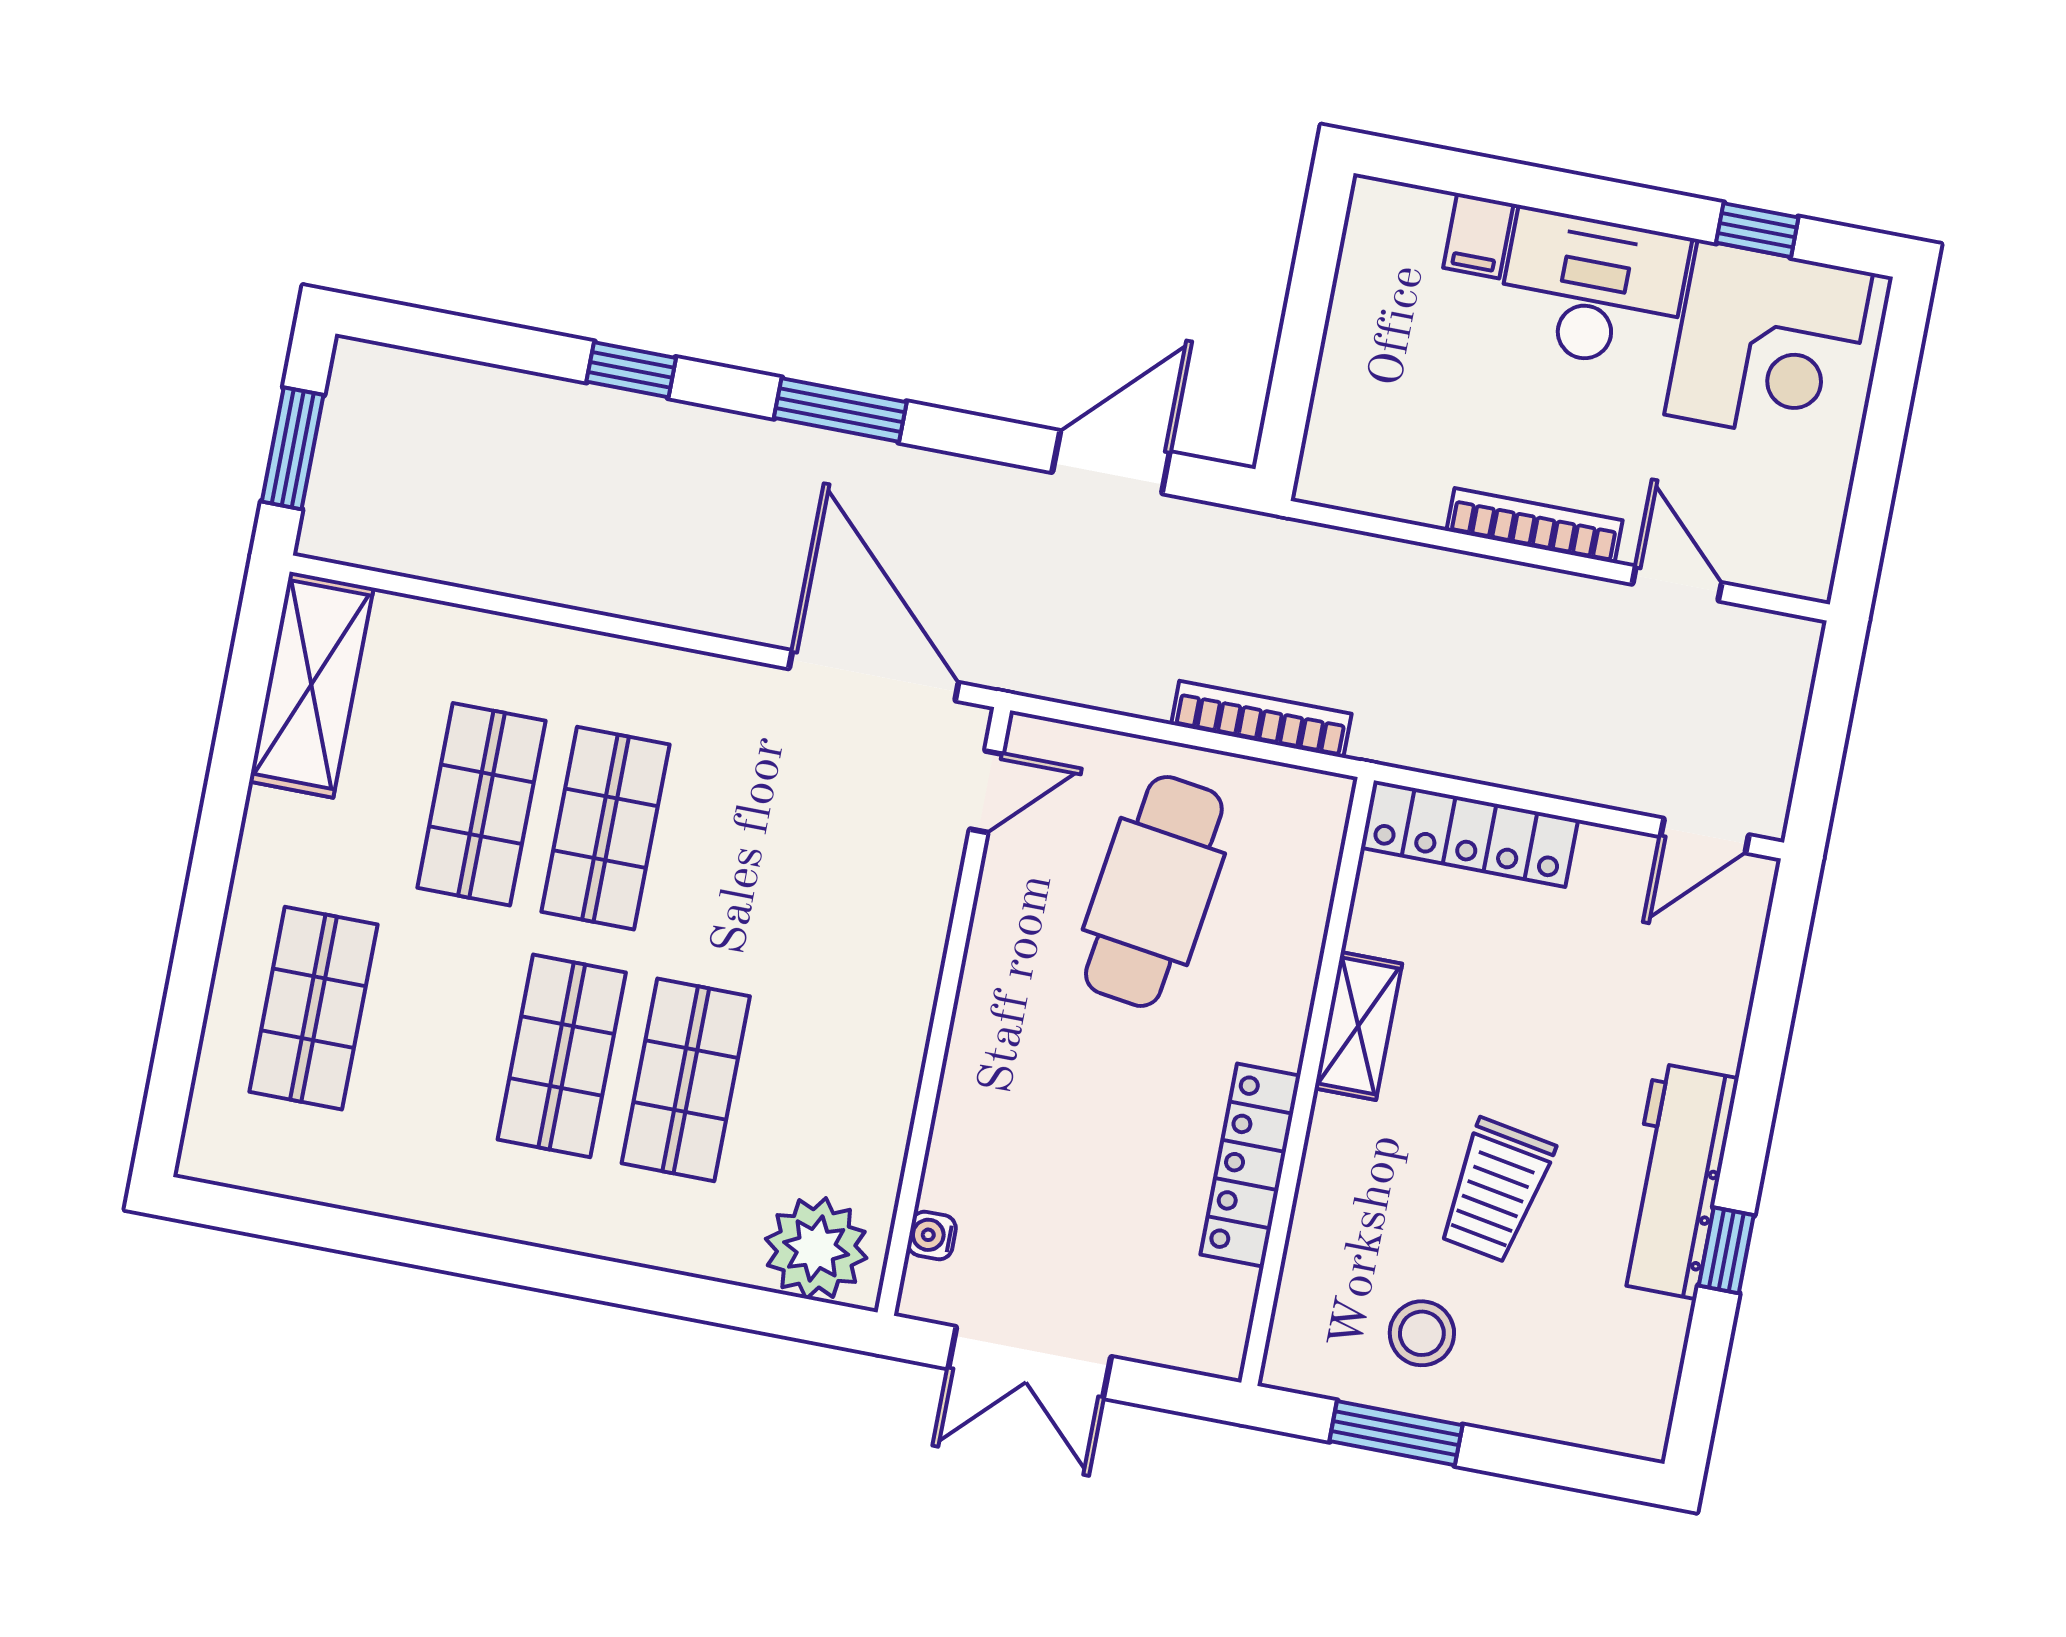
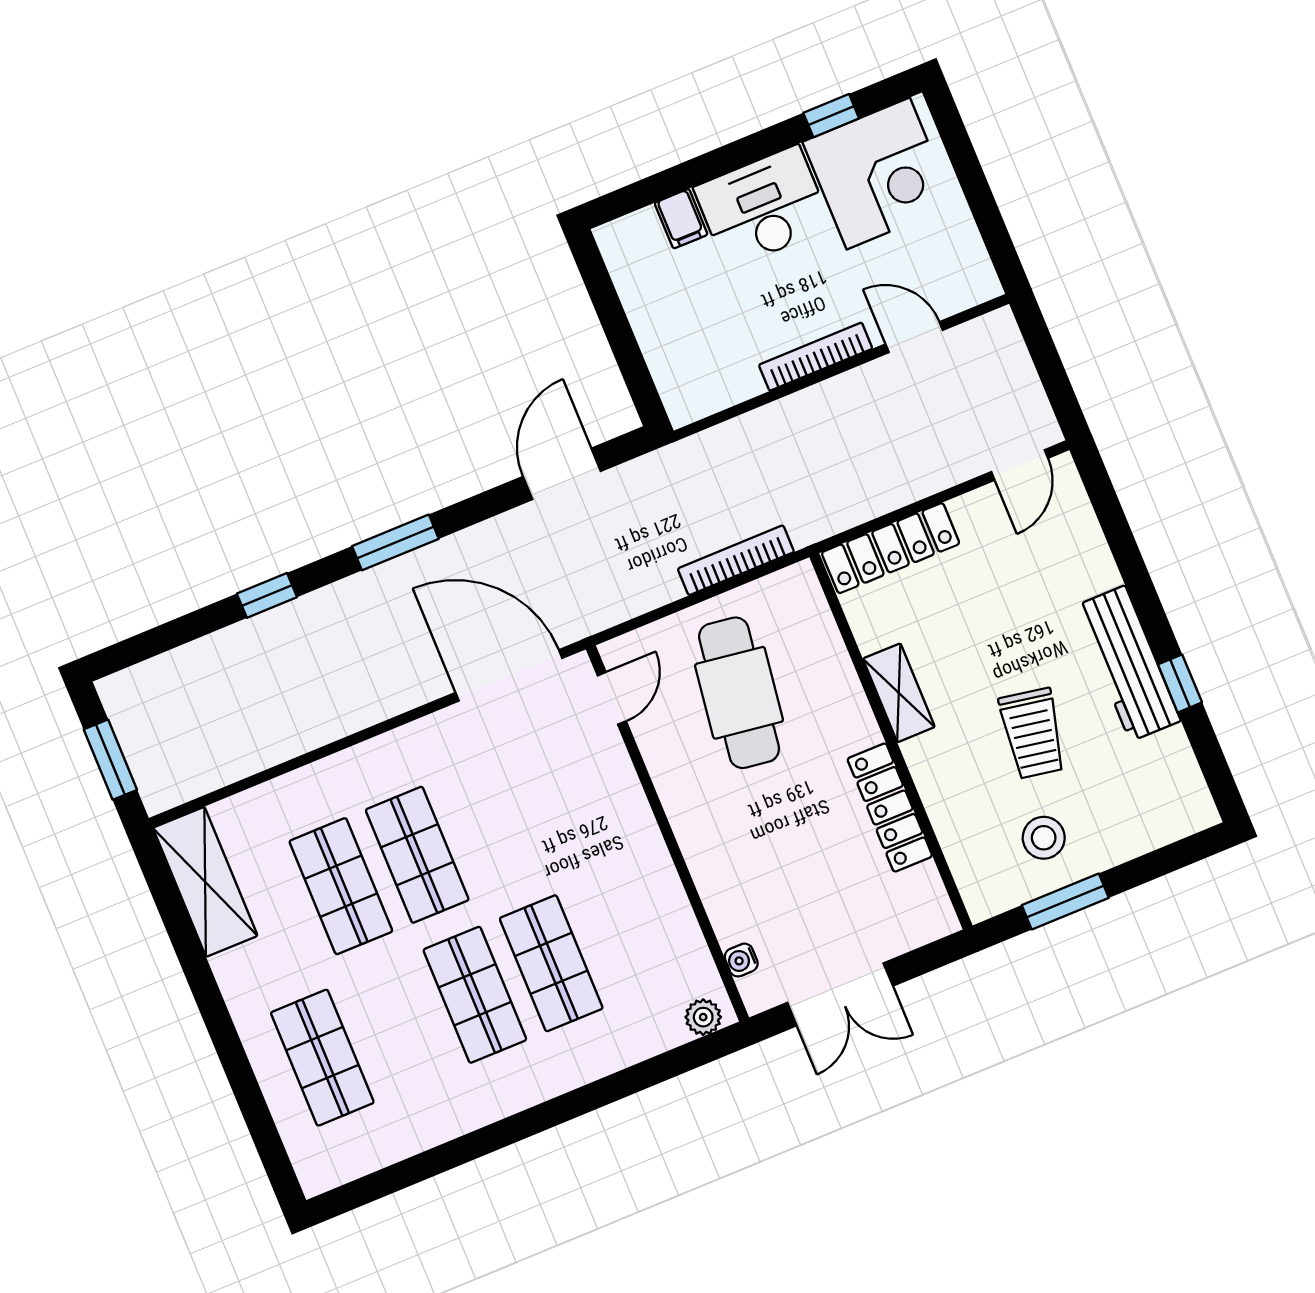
plant: (816, 1248) -> (703, 1017), width x0.53, depth x0.53

